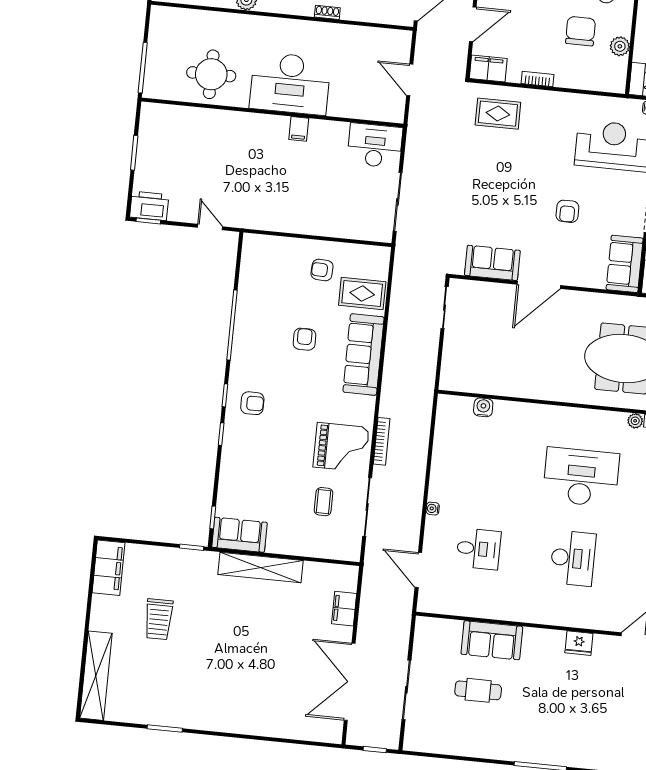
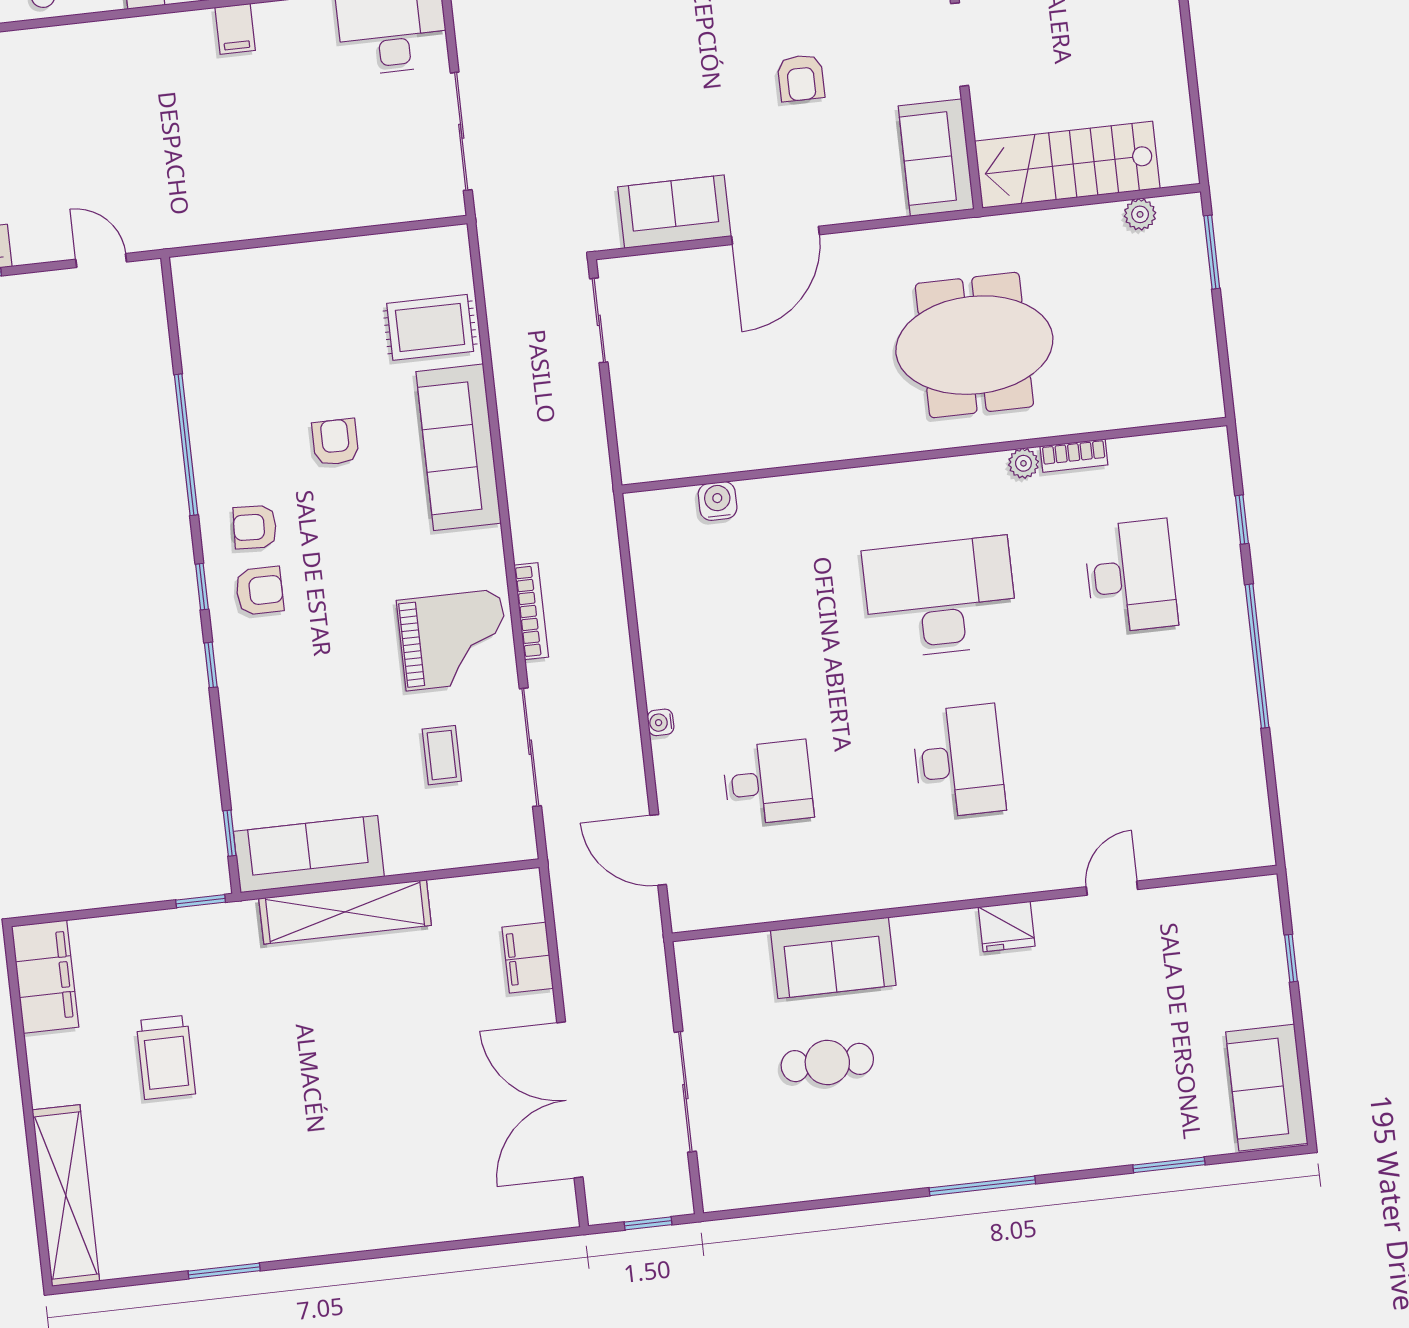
armchair: (322, 270) -> (255, 527), moved
sofa: (239, 535) -> (309, 854), width x1.36

